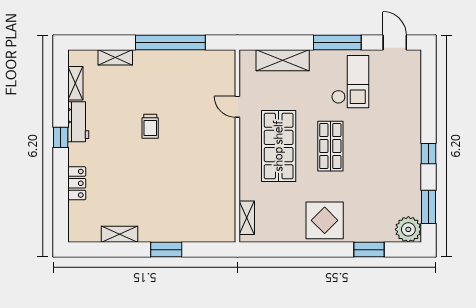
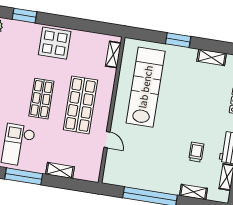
shelving: (283, 60) -> (60, 170), width x0.67, depth x0.75
trolley: (150, 126) -> (196, 152), moved
lab bench: (198, 182) -> (146, 87), added

